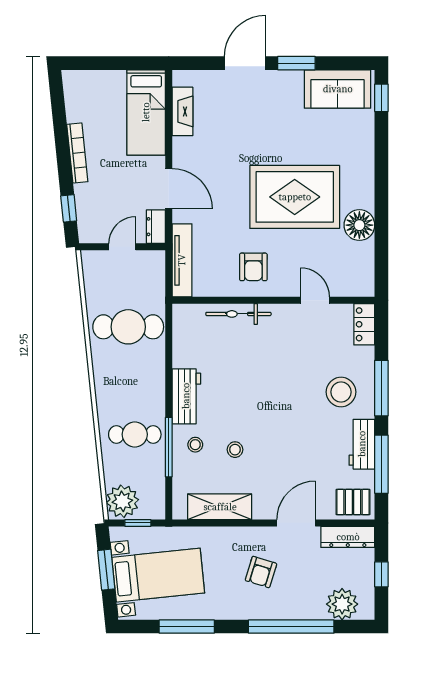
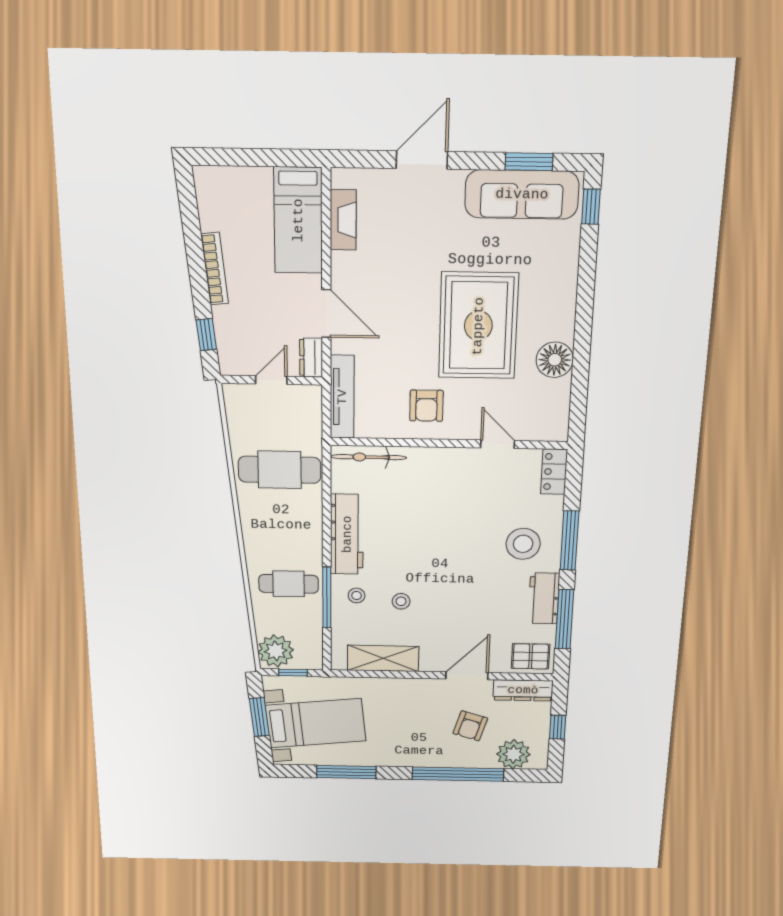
window: (296, 63) -> (529, 162), moved
sofa: (338, 89) -> (522, 194), width x1.36
rug: (295, 197) -> (478, 326), turned 90
bicycle: (238, 314) -> (368, 457), moved
workbench: (186, 396) -> (347, 534), width x1.38
armchair: (261, 572) -> (470, 726), moved

